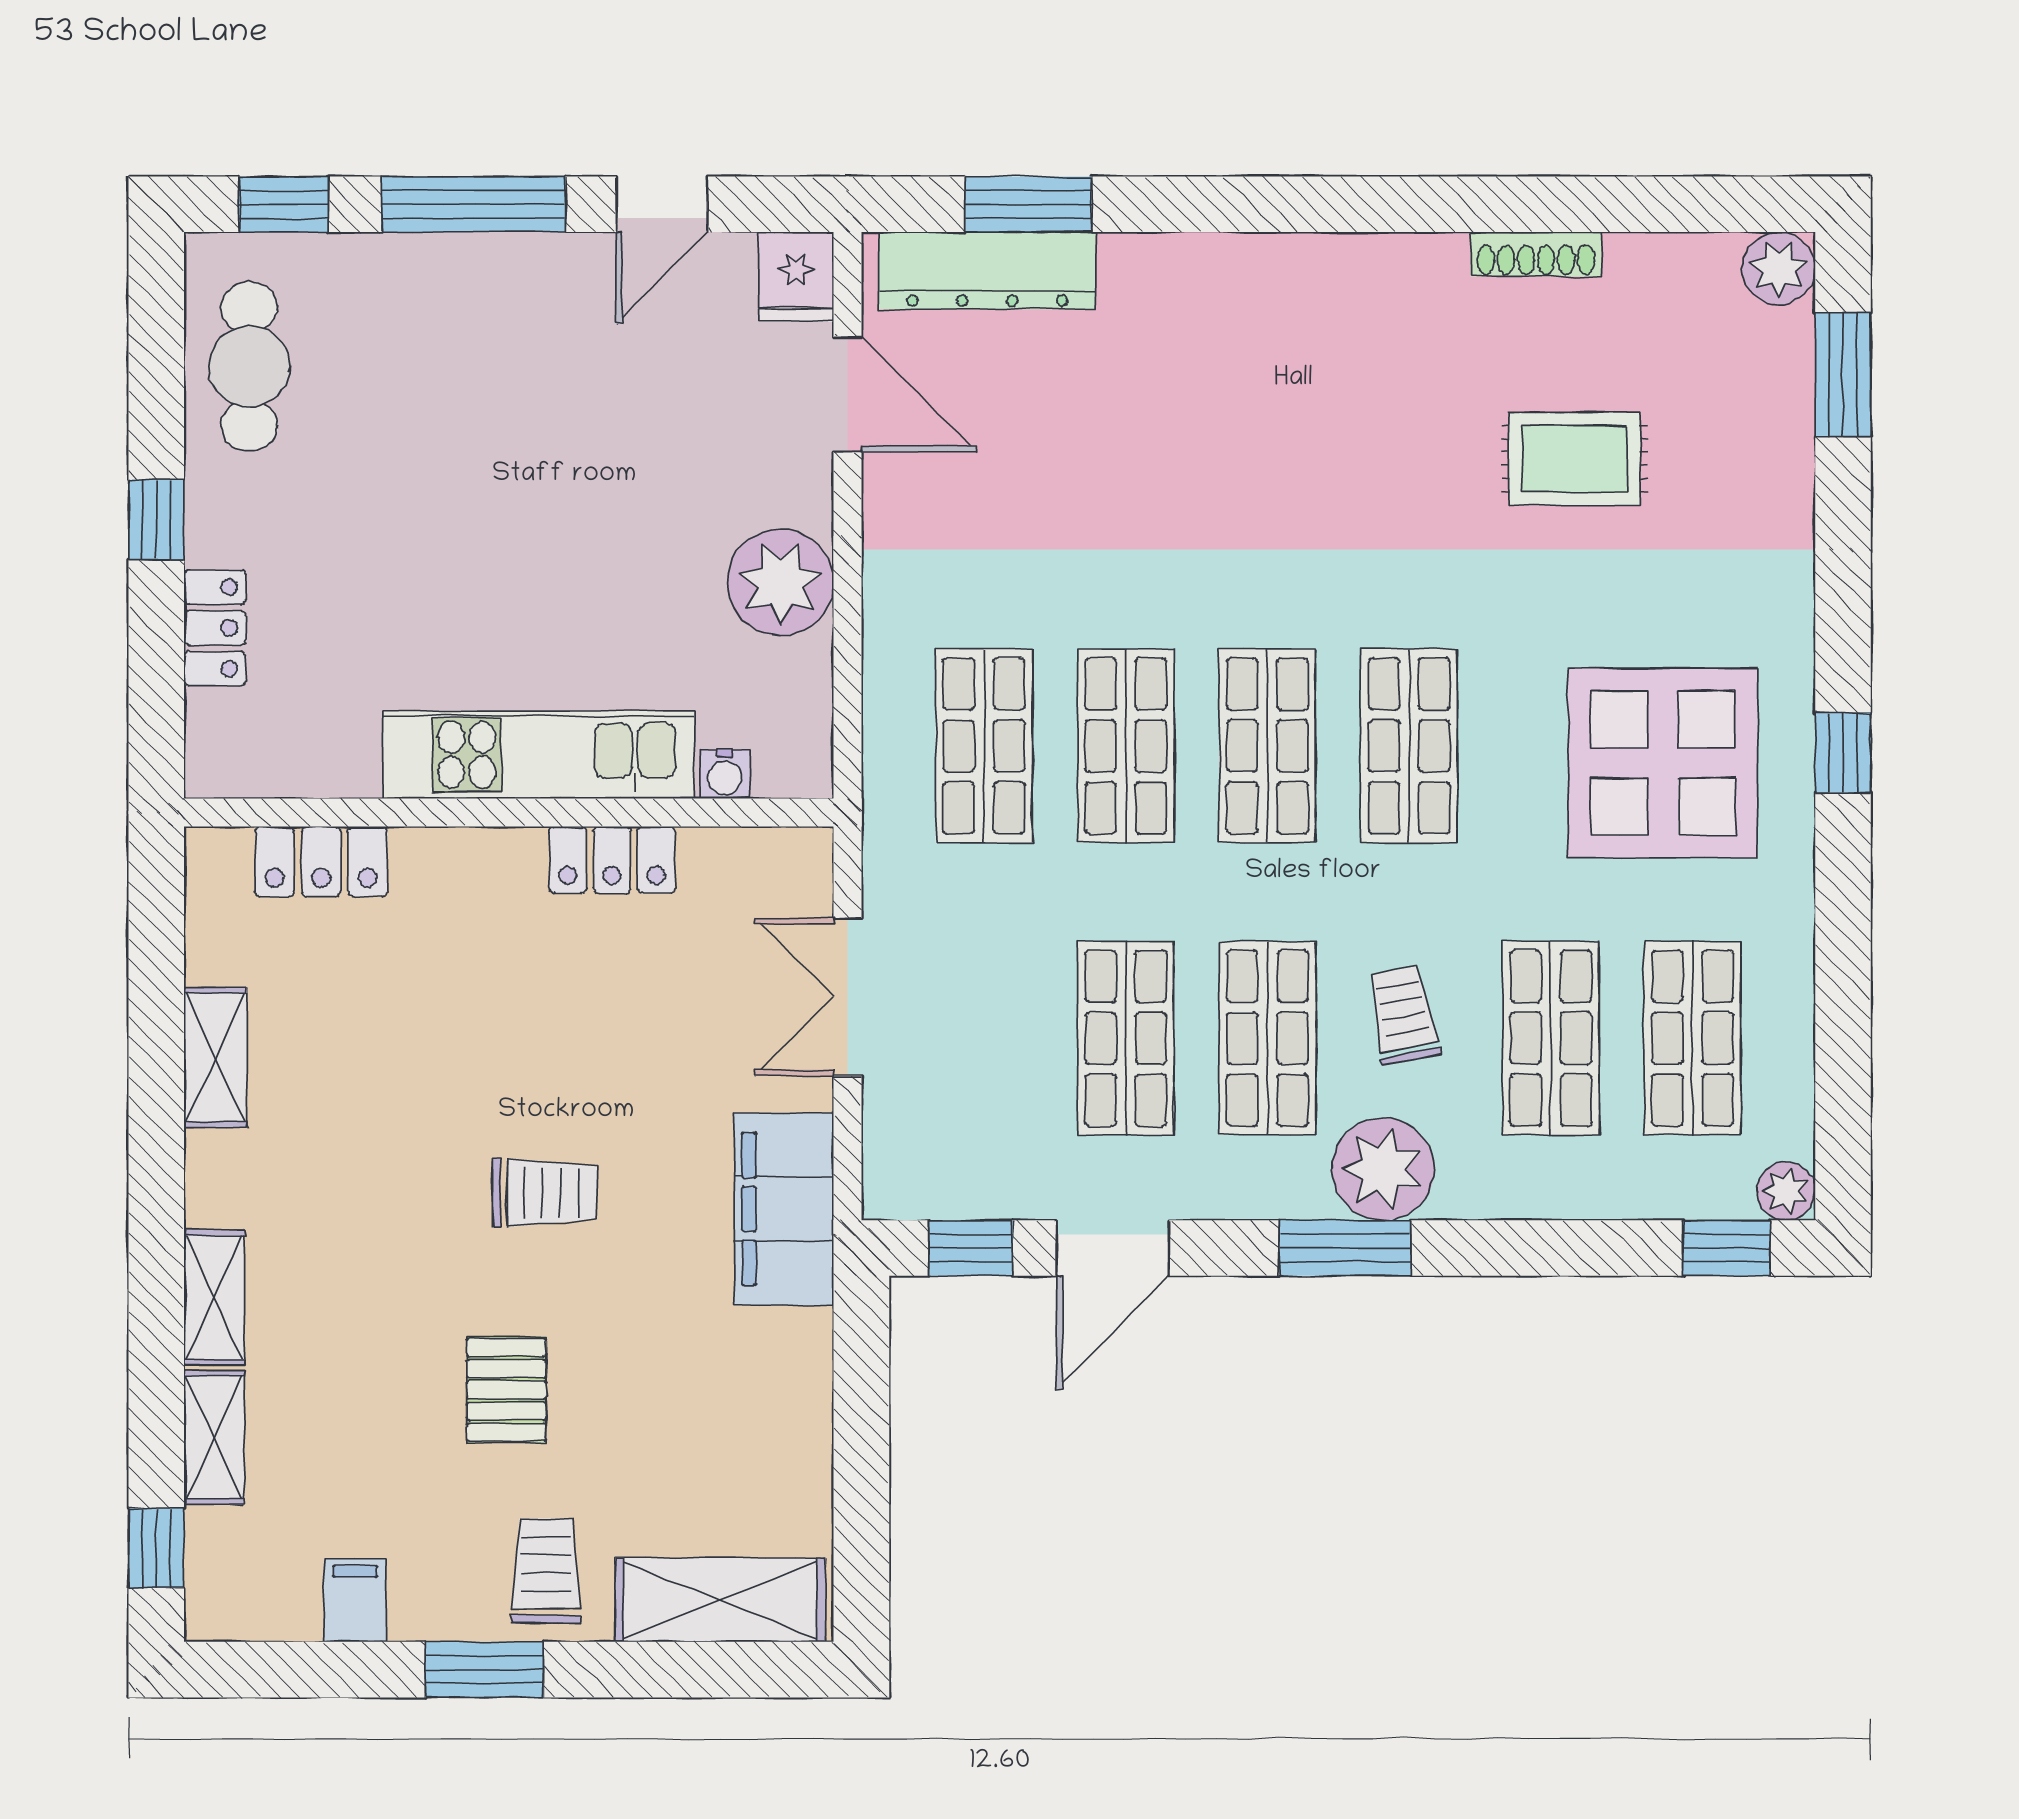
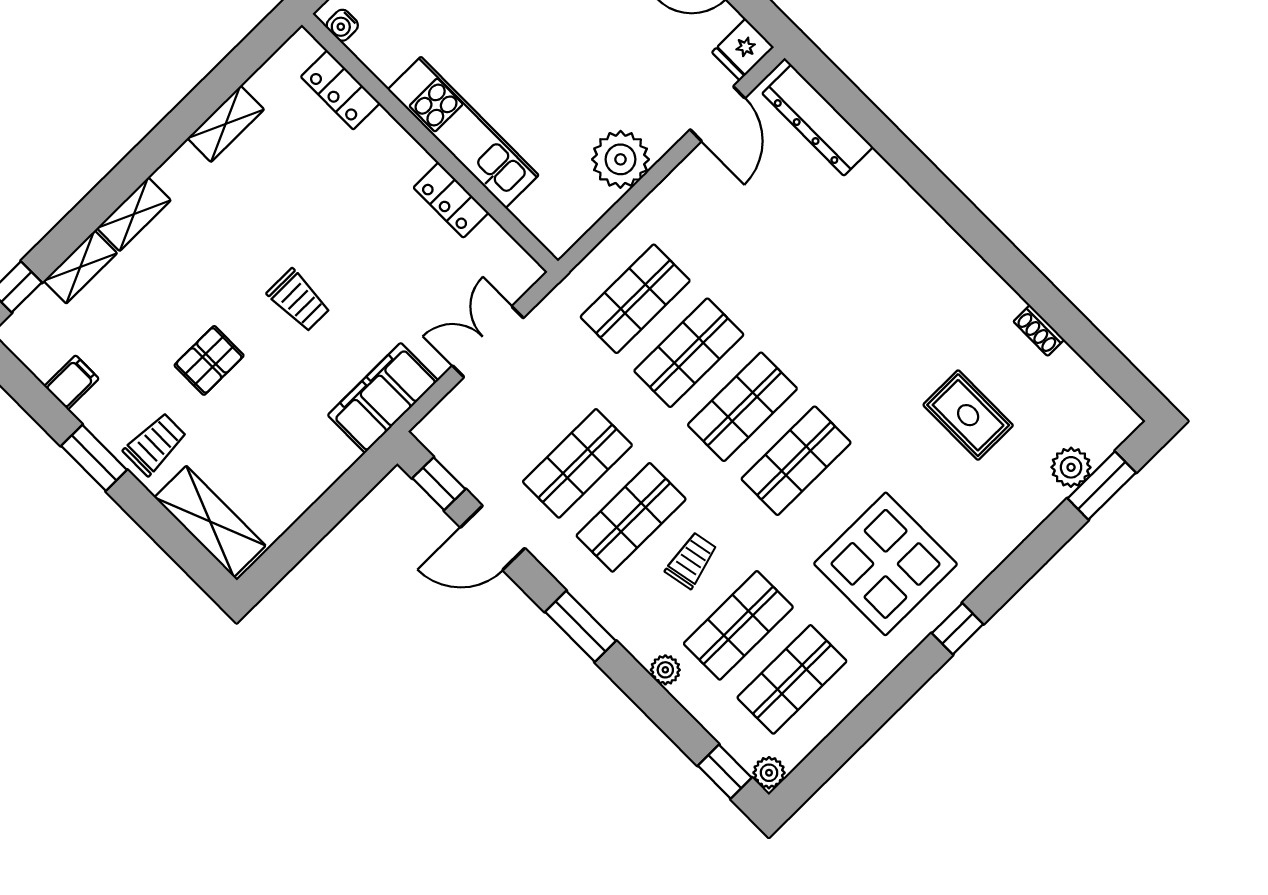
window: (1028, 204) -> (858, 111), removed
shoe rack: (1536, 254) -> (1039, 330), width x0.70
plant: (1779, 269) -> (1071, 467), moved
water cooler: (725, 774) -> (342, 25), moved
plant: (1383, 1169) -> (665, 670), moved, width x0.53, depth x0.53

